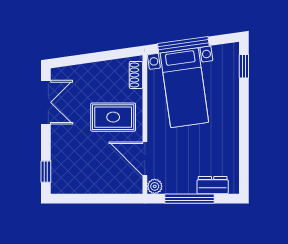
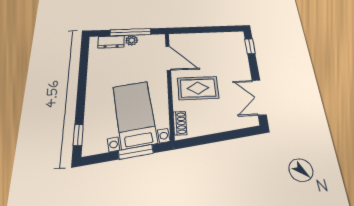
window: (183, 45) -> (136, 152), width x0.69
plant: (155, 186) -> (132, 40), moved

